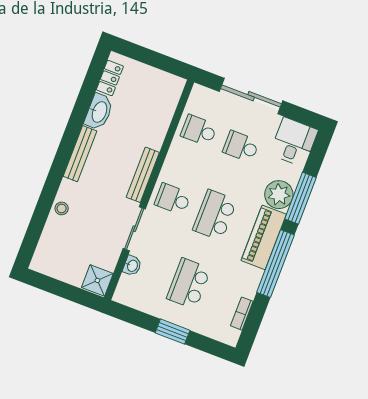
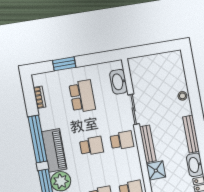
school desk: (215, 215) -> (91, 146), width x0.54
washbasin: (132, 266) -> (119, 82), width x1.91, depth x1.45
shower: (97, 280) -> (156, 171), moved
window: (173, 332) -> (64, 64), moved

